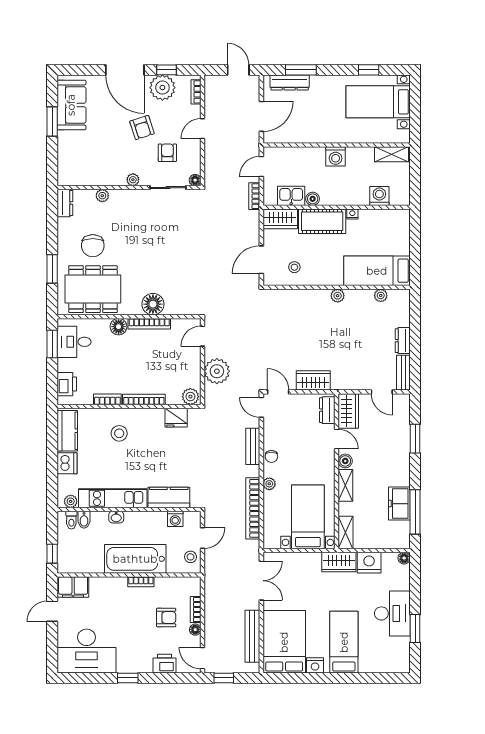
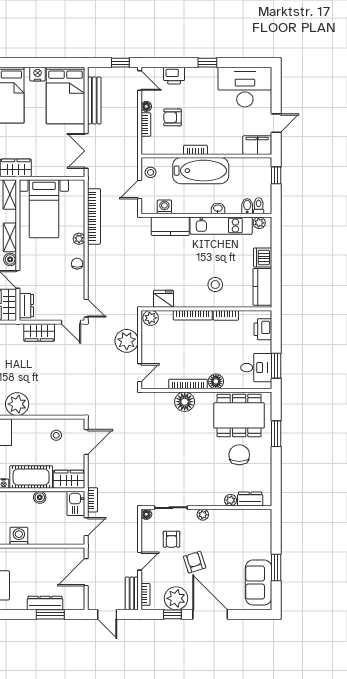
dresser: (290, 82) -> (45, 603), moved
kitchen sink: (291, 196) -> (76, 503), moved, turned 90
dresser: (65, 203) -> (250, 499), moved, turned 90
plant: (338, 296) -> (17, 404), width x1.88, depth x1.88
bench: (253, 446) -> (132, 593), moved

